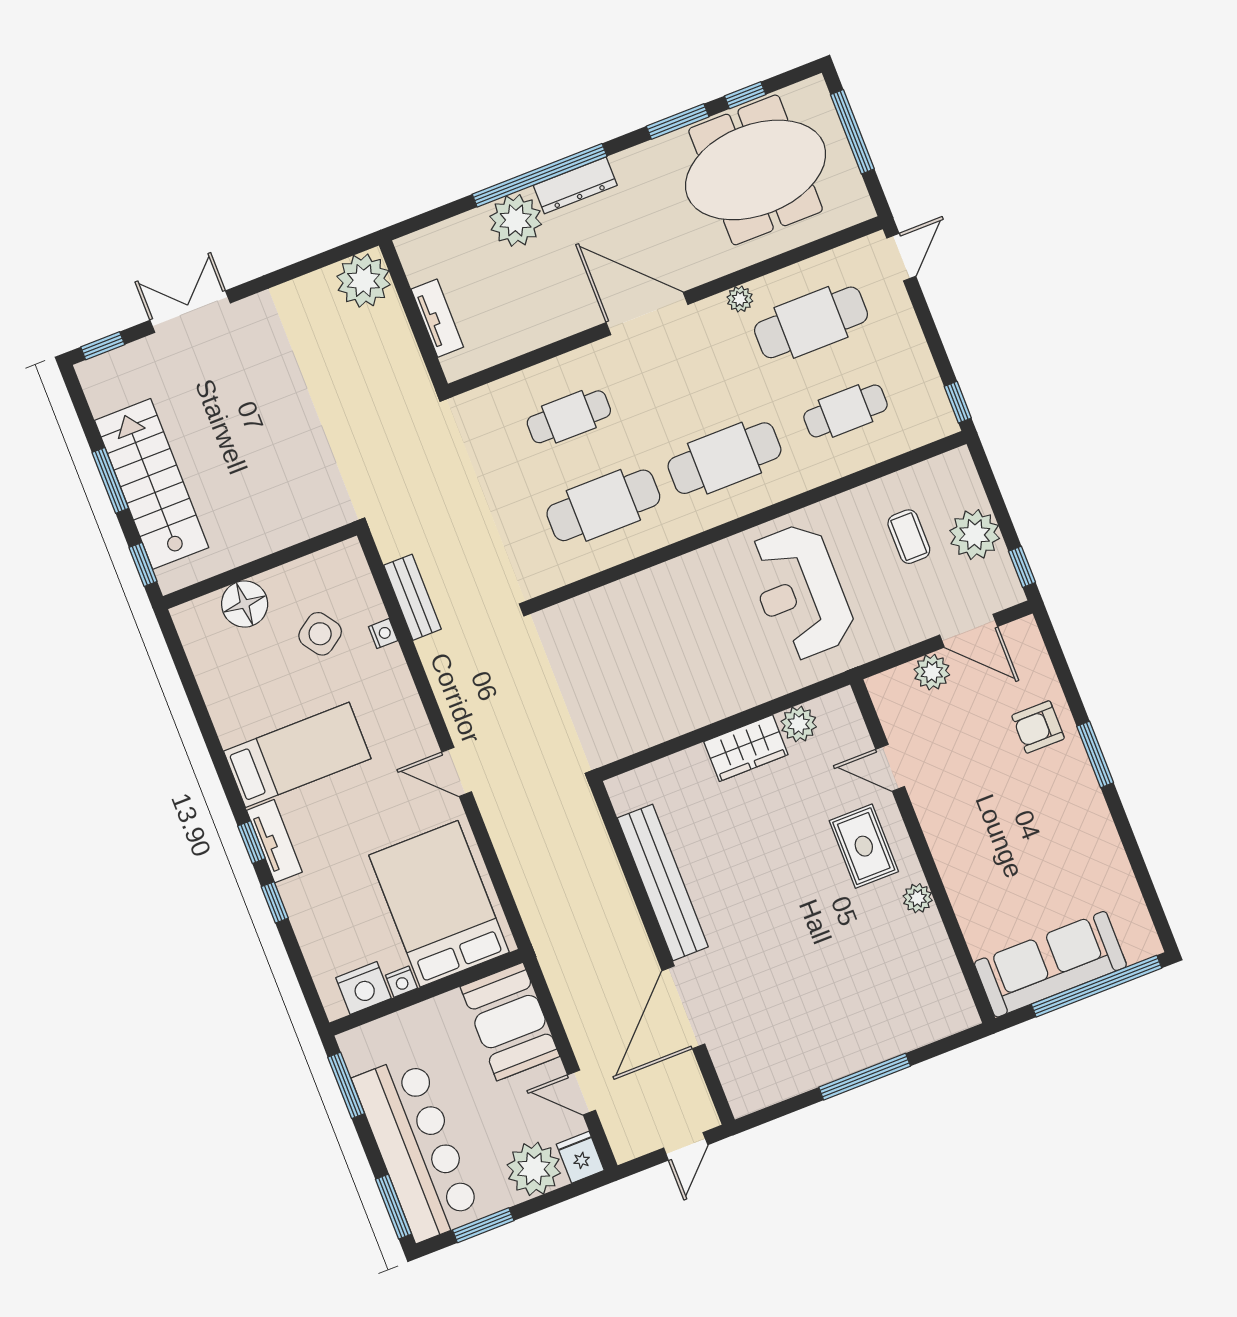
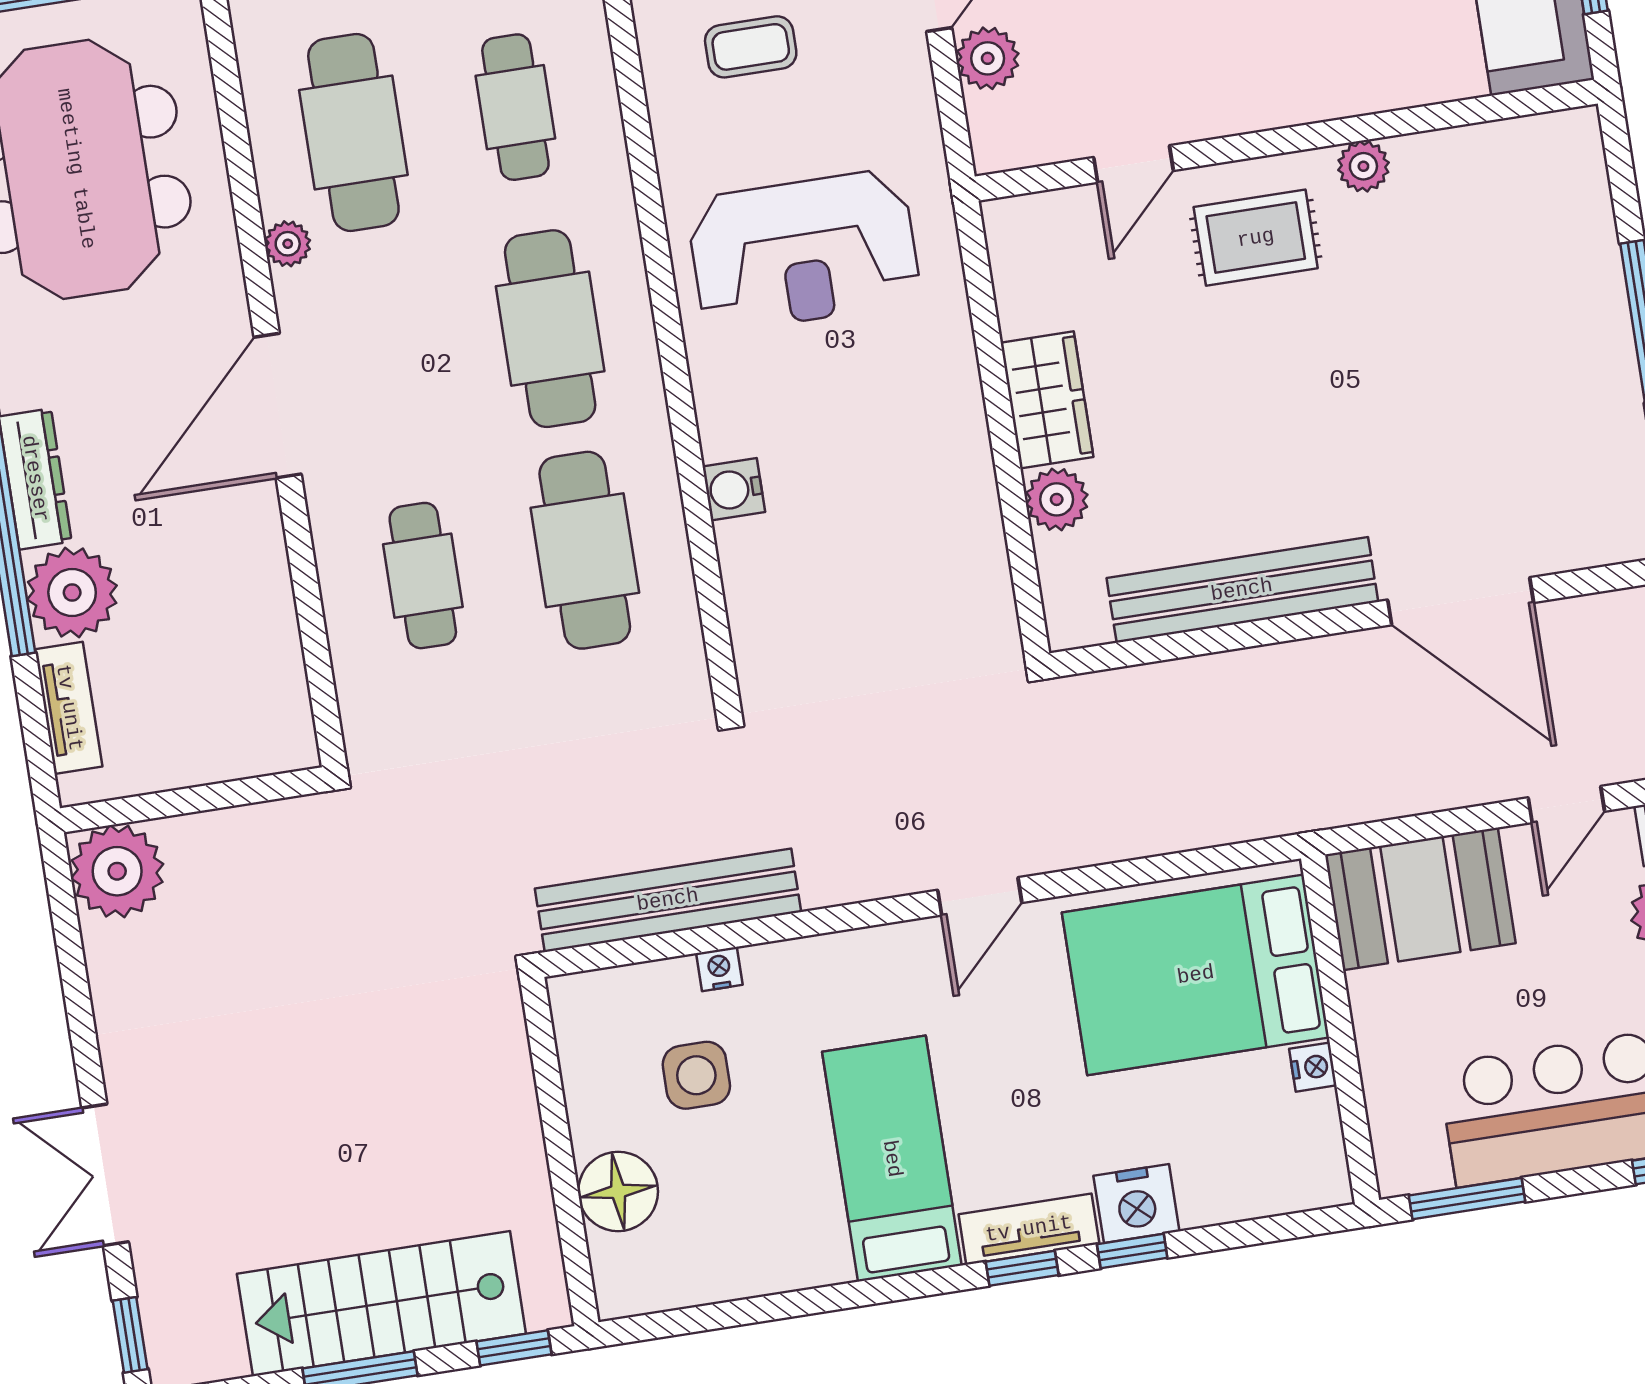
tv unit: (437, 318) -> (69, 708), moved, turned 90
water cooler: (656, 582) -> (734, 489), added
bench: (413, 597) -> (668, 900), width x1.86, depth x1.21
side table: (320, 634) -> (696, 1075), turned 35
plant: (799, 724) -> (1057, 499), moved
nightstand: (364, 988) -> (1136, 1203), moved, turned 90

